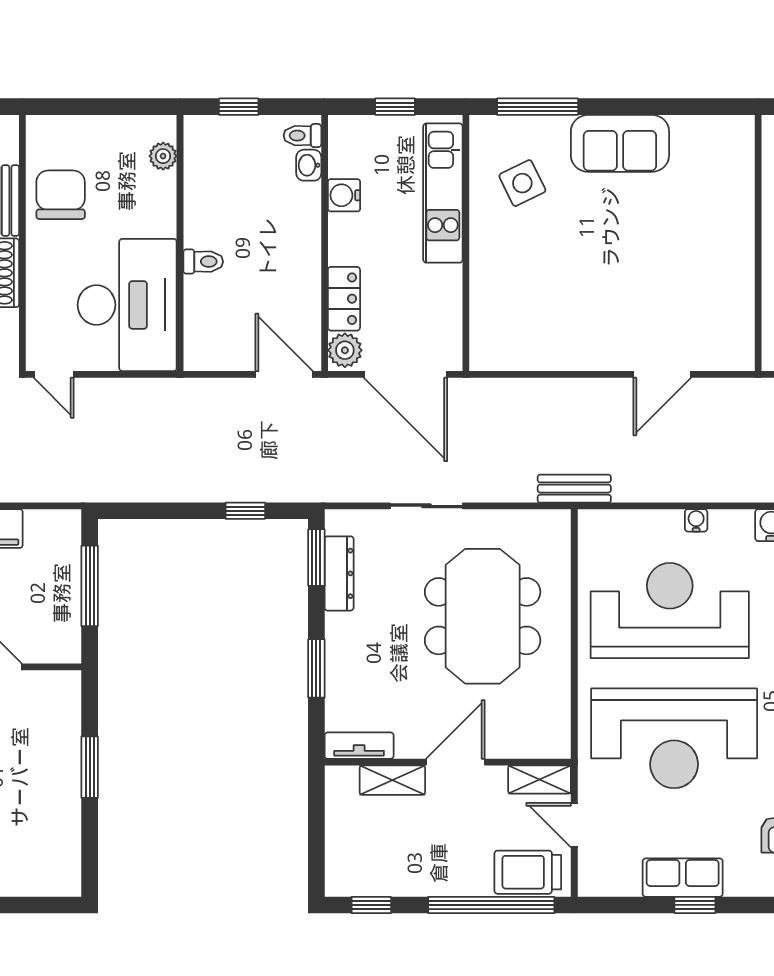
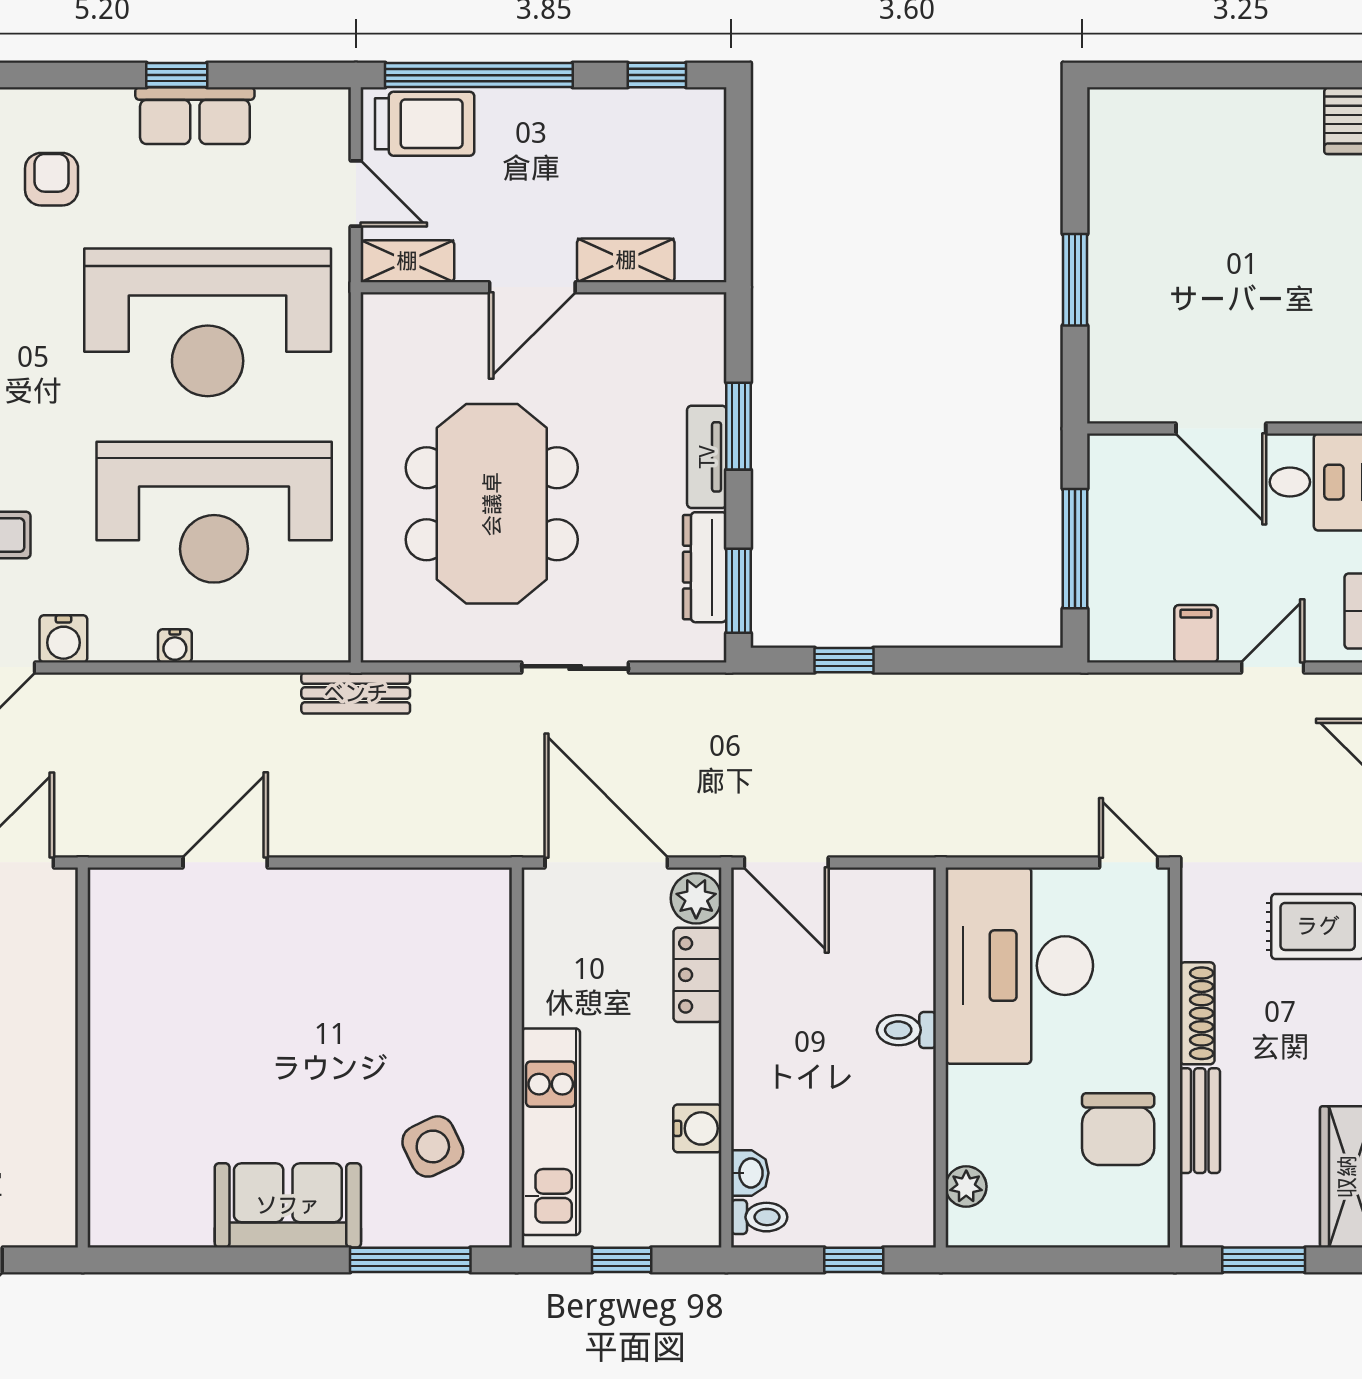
reception desk: (674, 738) -> (208, 322), turned 180
tv unit: (359, 746) -> (707, 457), moved, turned 90

